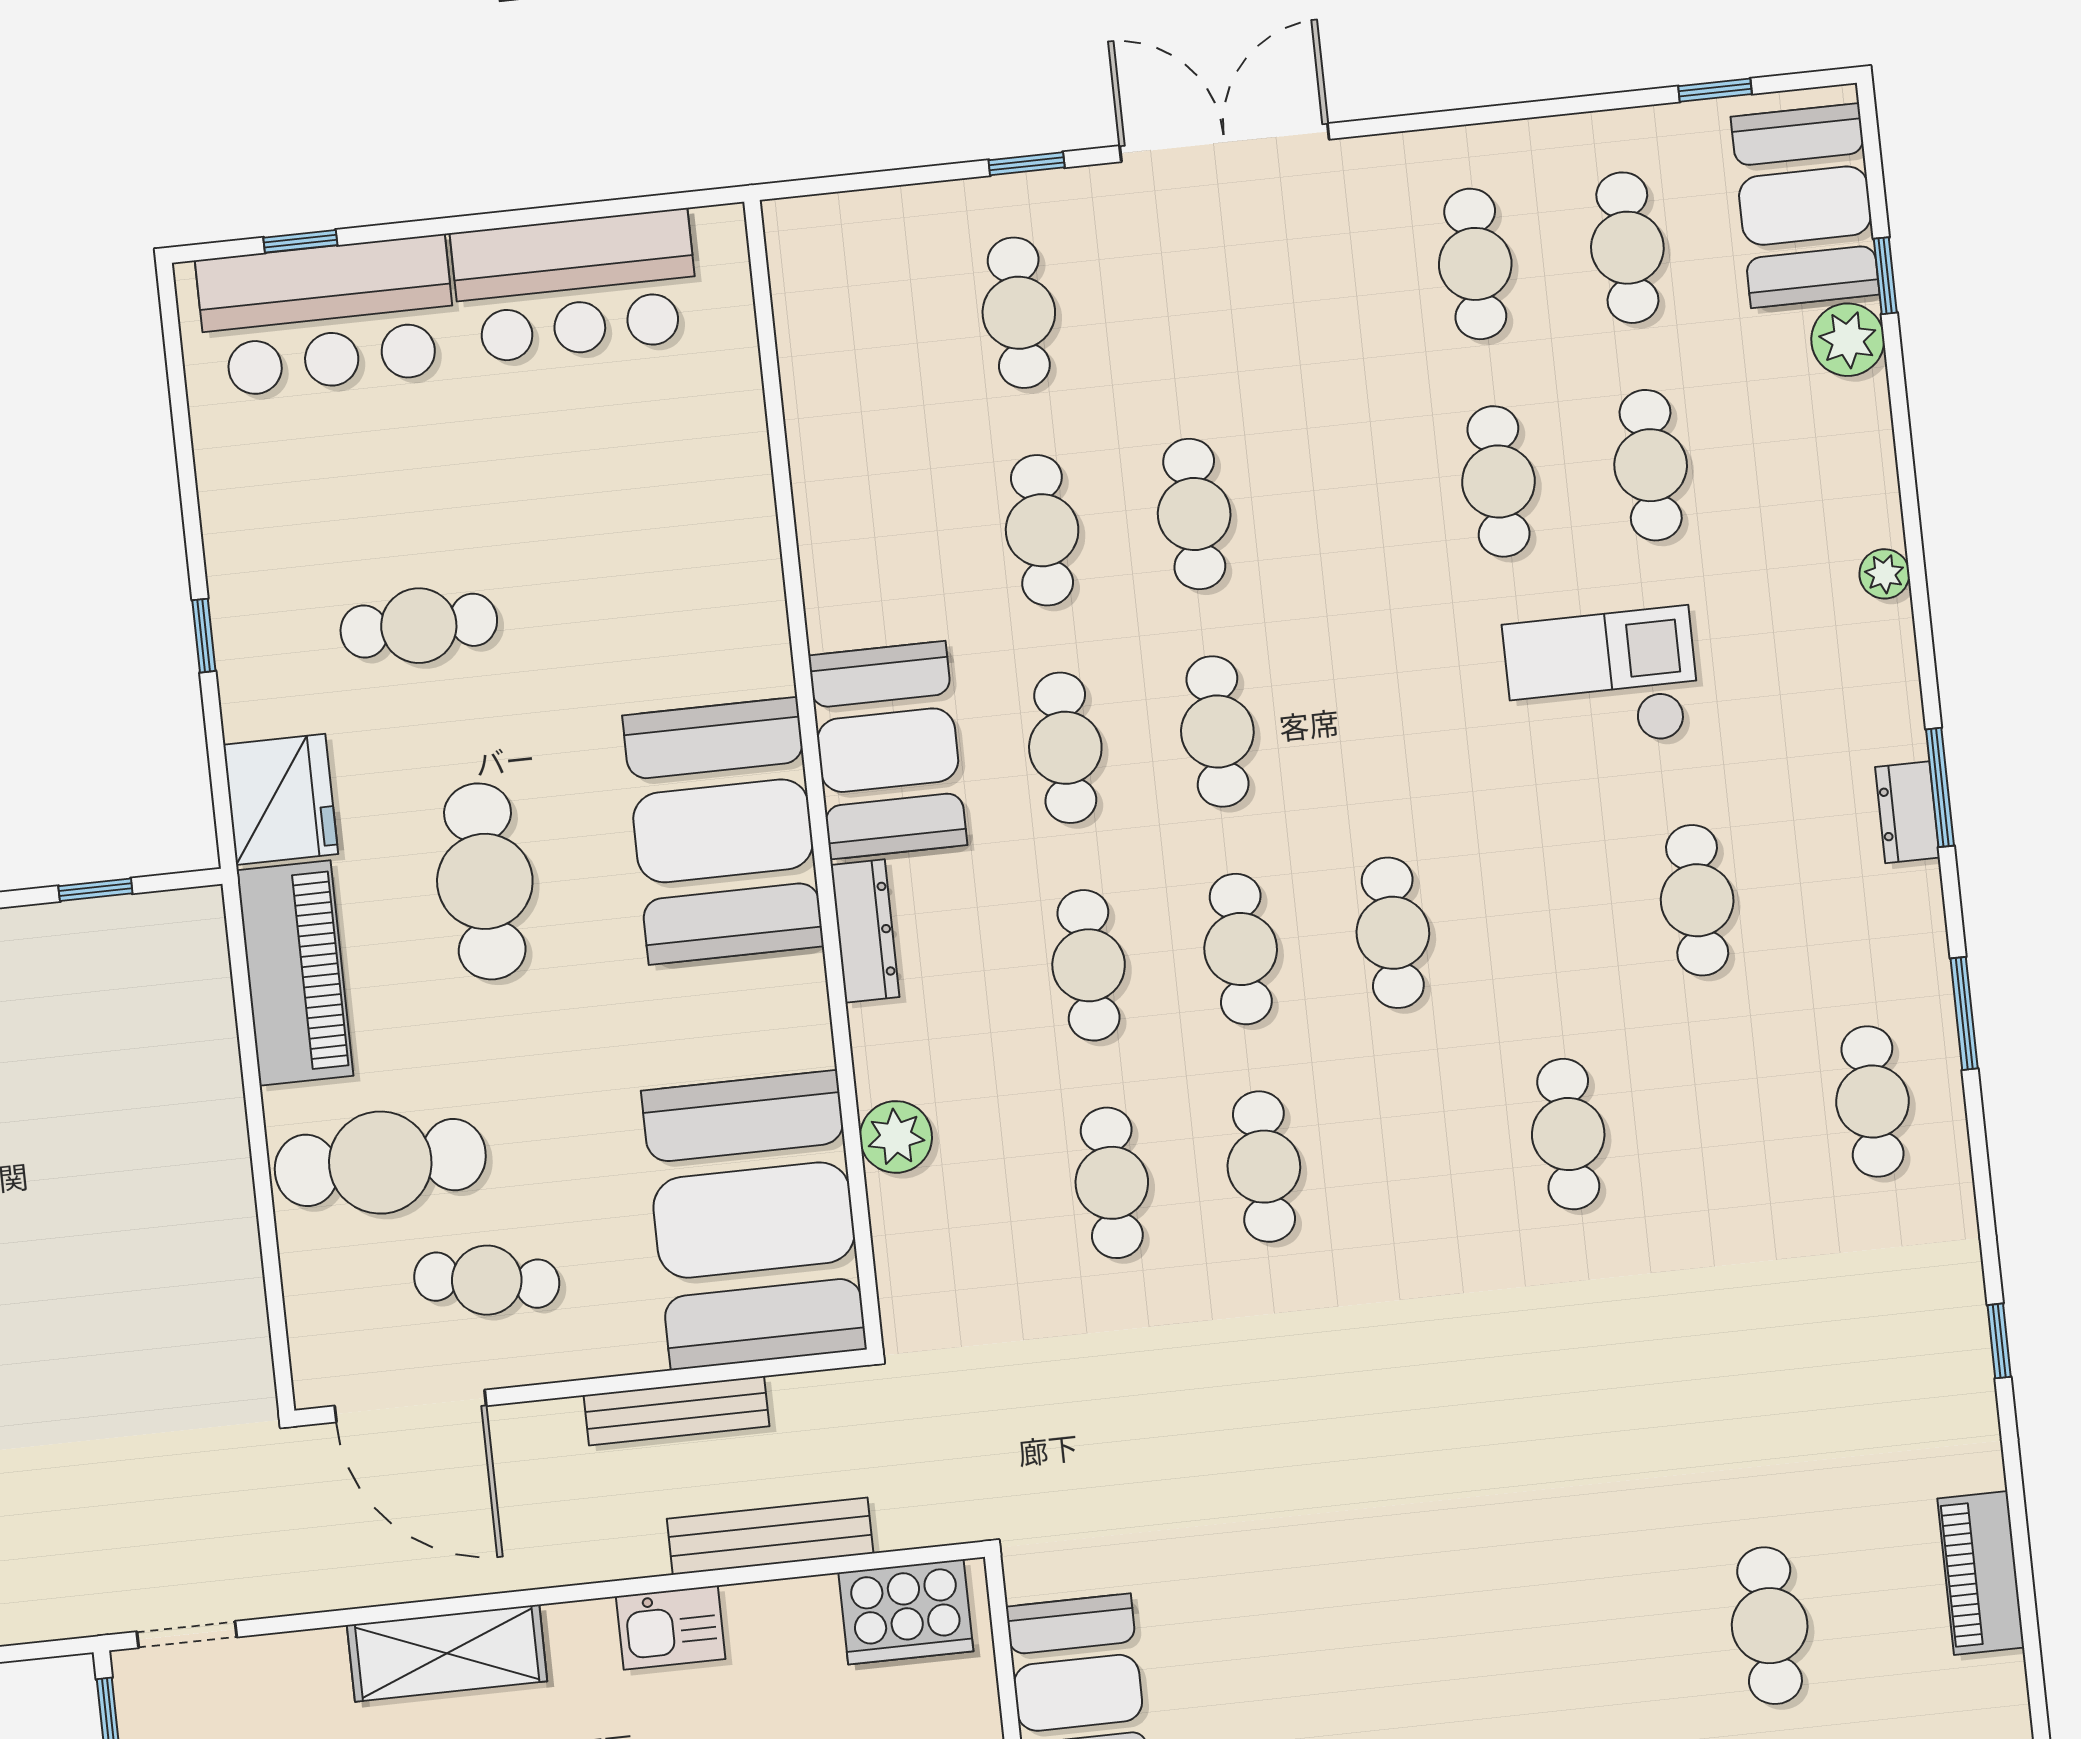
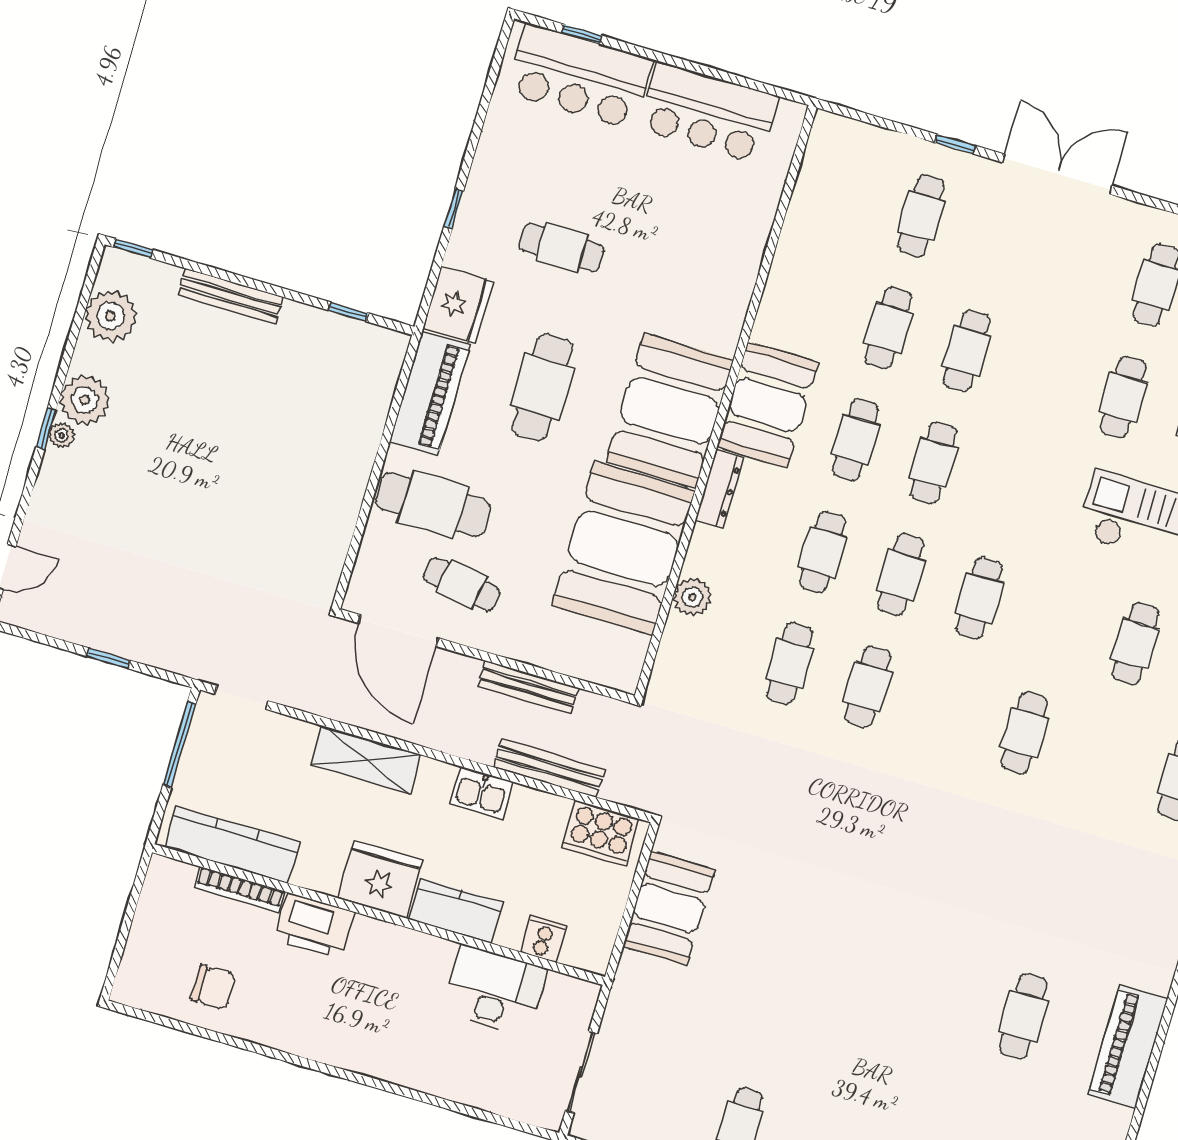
booth: (754, 1220) -> (623, 548), moved
piano: (1981, 1573) -> (1128, 1046), width x1.37, depth x1.33

